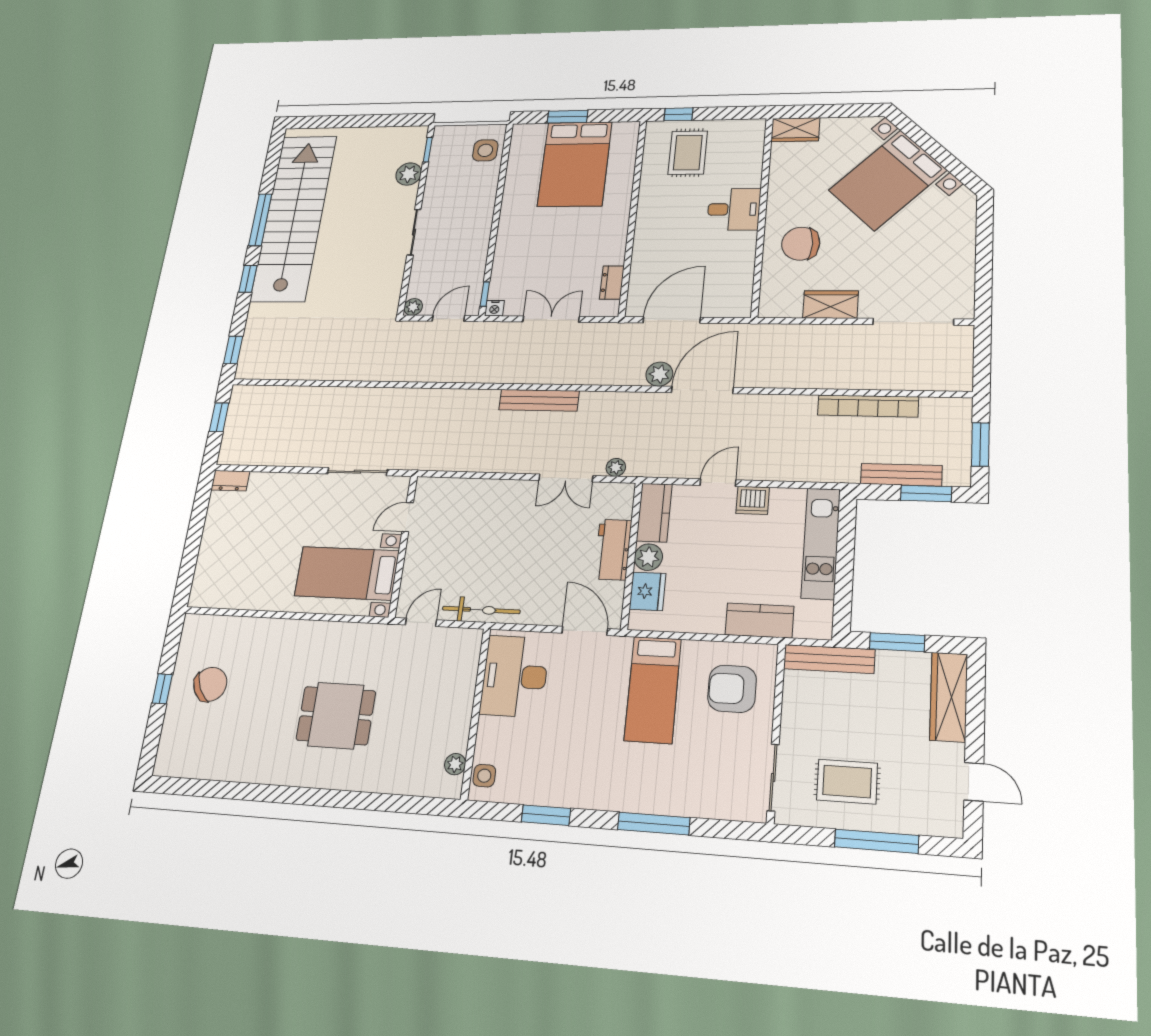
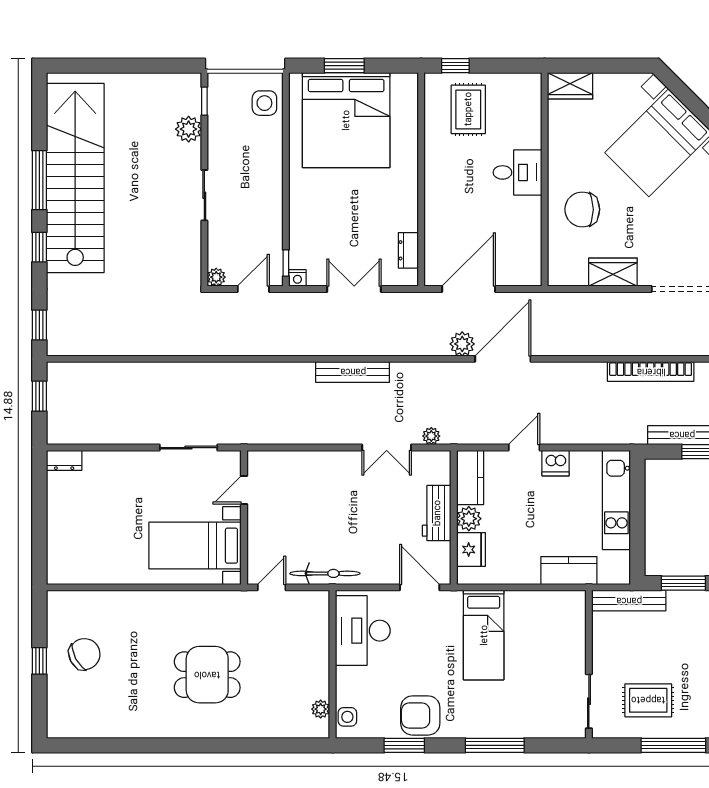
bed: (575, 164) -> (346, 120), width x1.36
armchair: (732, 689) -> (420, 715), moved

